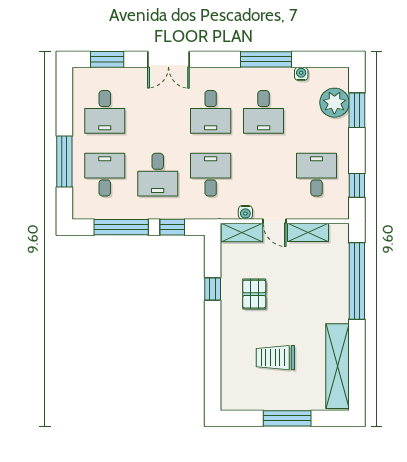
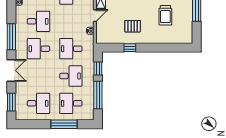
window: (266, 59) -> (11, 37), moved
desk: (211, 112) -> (38, 49), turned 180
shelving: (242, 233) -> (101, 33), removed

